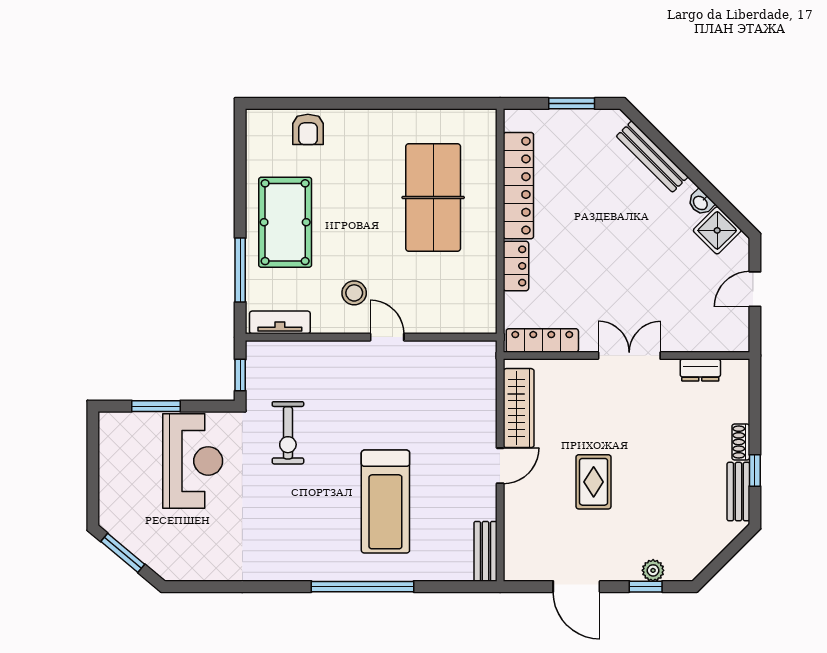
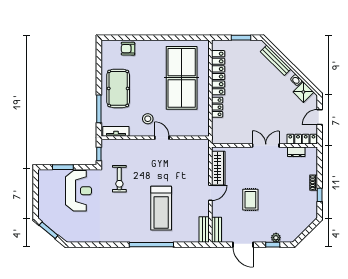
armchair: (308, 129) -> (128, 49), turned 90
table tennis table: (433, 198) -> (182, 78), width x1.36, depth x1.32
locker: (542, 340) -> (302, 139), moved
bench: (738, 492) -> (217, 230), moved

